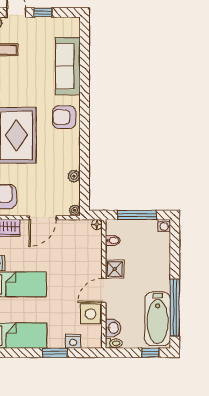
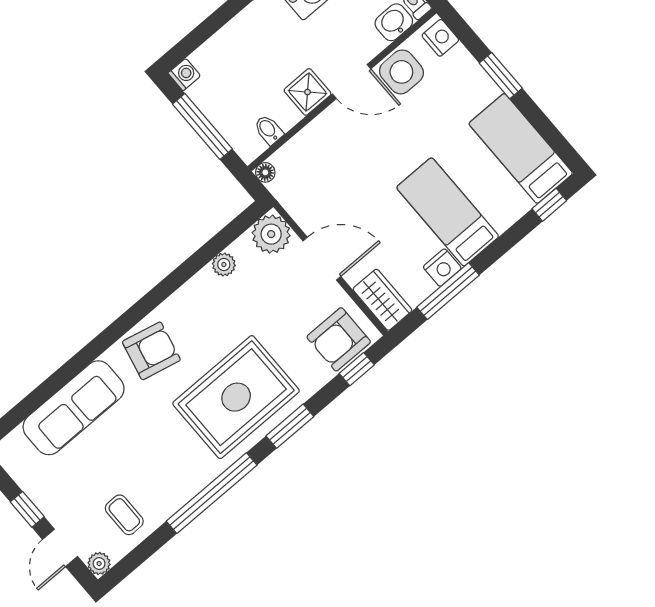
armchair: (64, 117) -> (151, 351), turned -77
plant: (75, 210) -> (271, 234), width x1.87, depth x1.87
nightstand: (73, 341) -> (440, 38), moved

